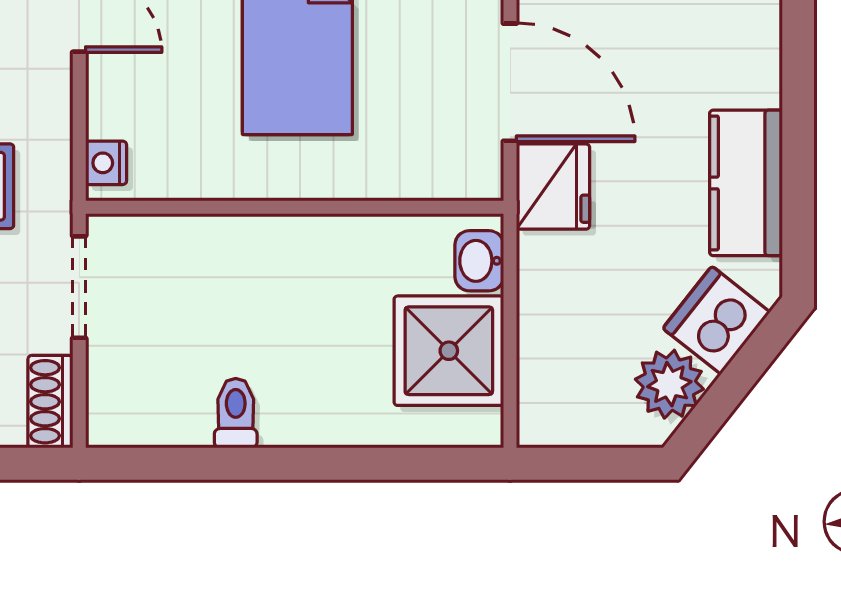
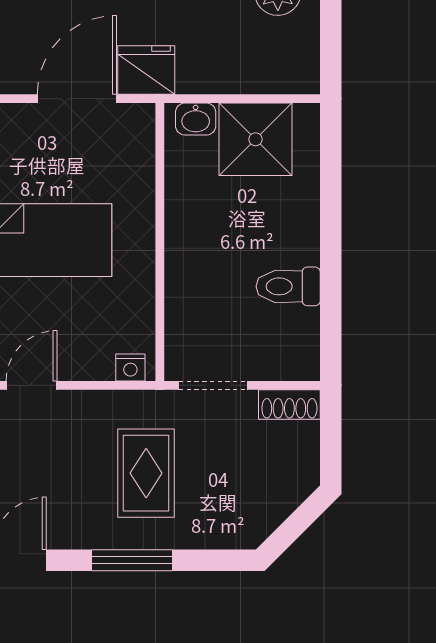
toilet: (236, 413) -> (288, 286), width x1.37, depth x1.39

